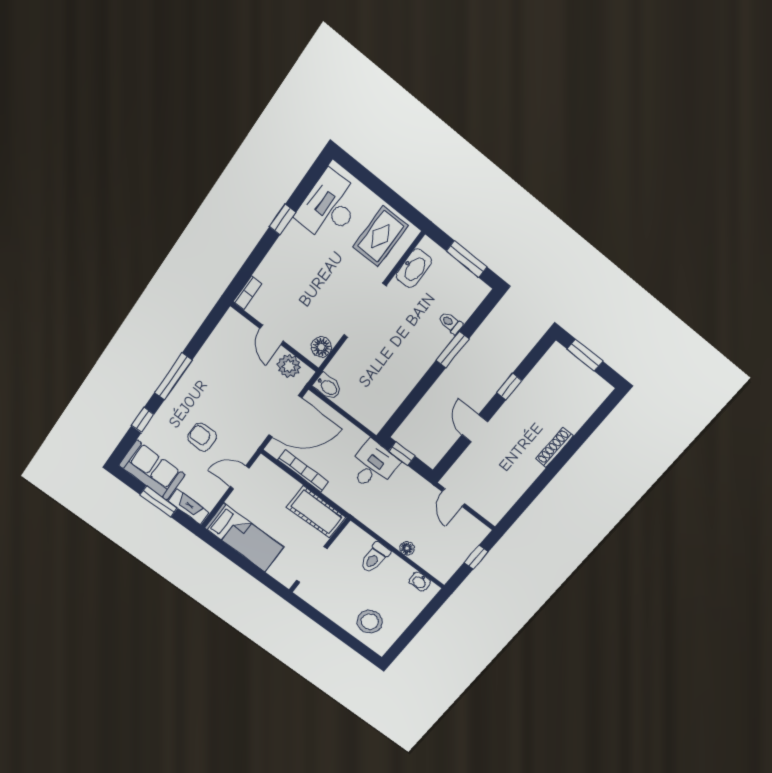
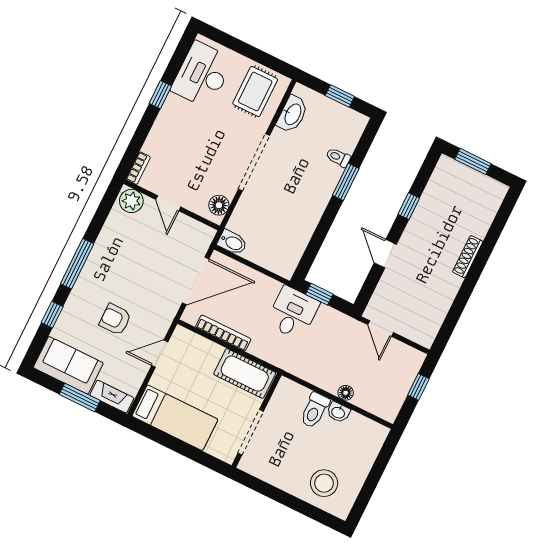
window: (467, 259) -> (340, 96), width x0.67
plant: (289, 366) -> (131, 201), moved
washbasin: (420, 582) -> (338, 412), moved

